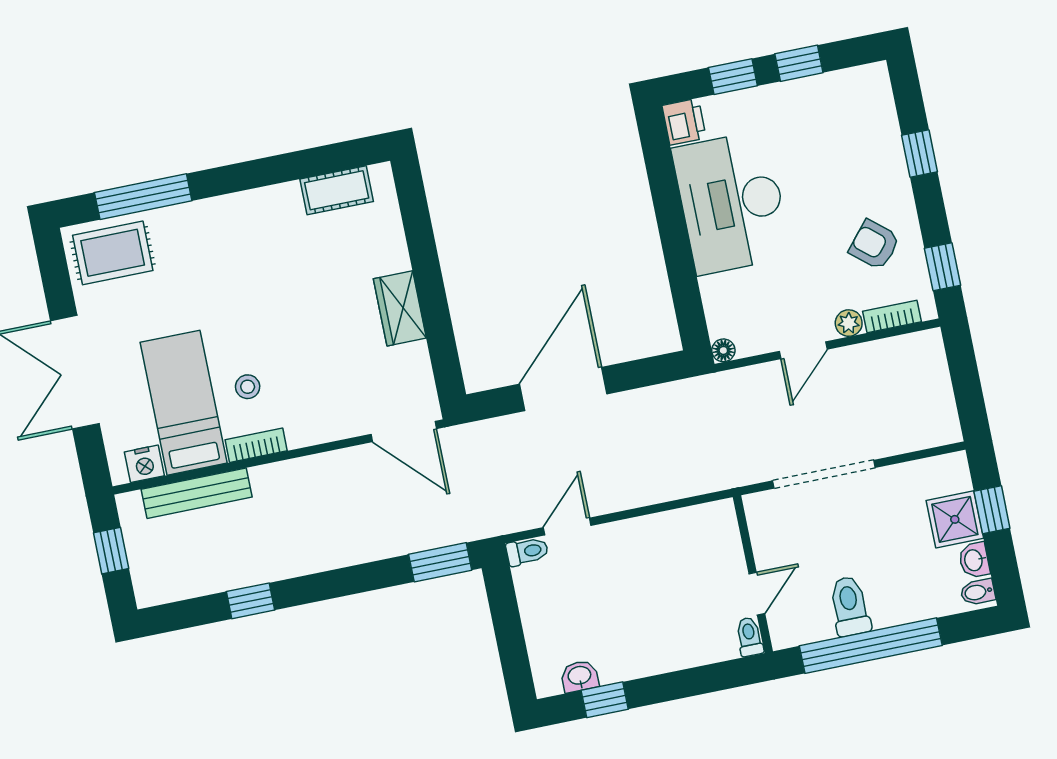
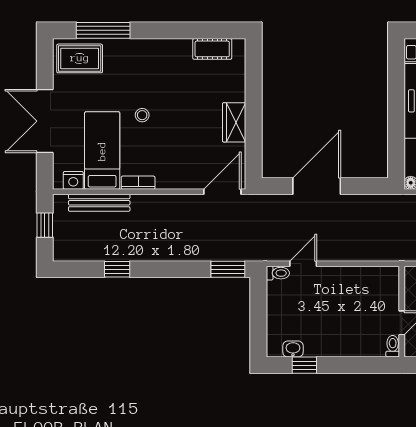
stool: (248, 387) -> (142, 115), moved
door: (404, 431) -> (222, 192), swing flipped

